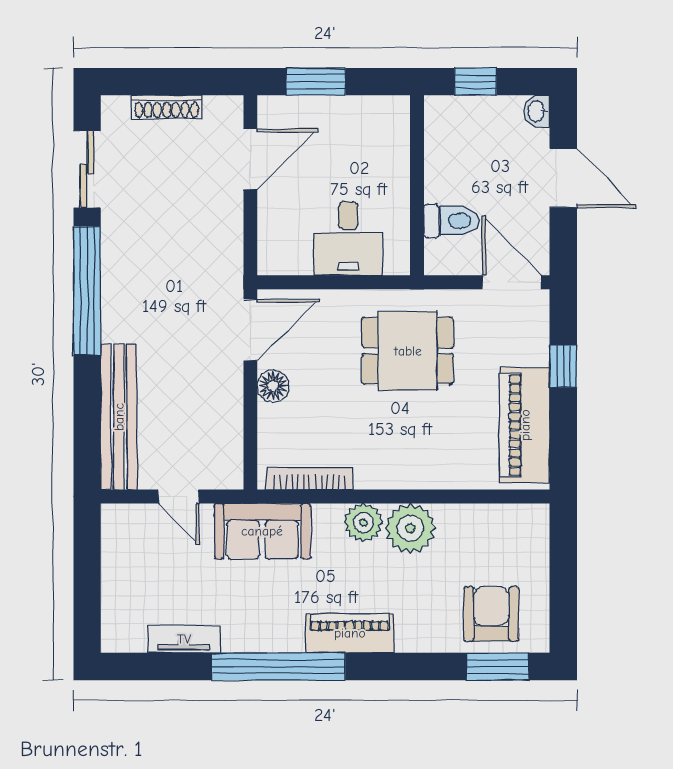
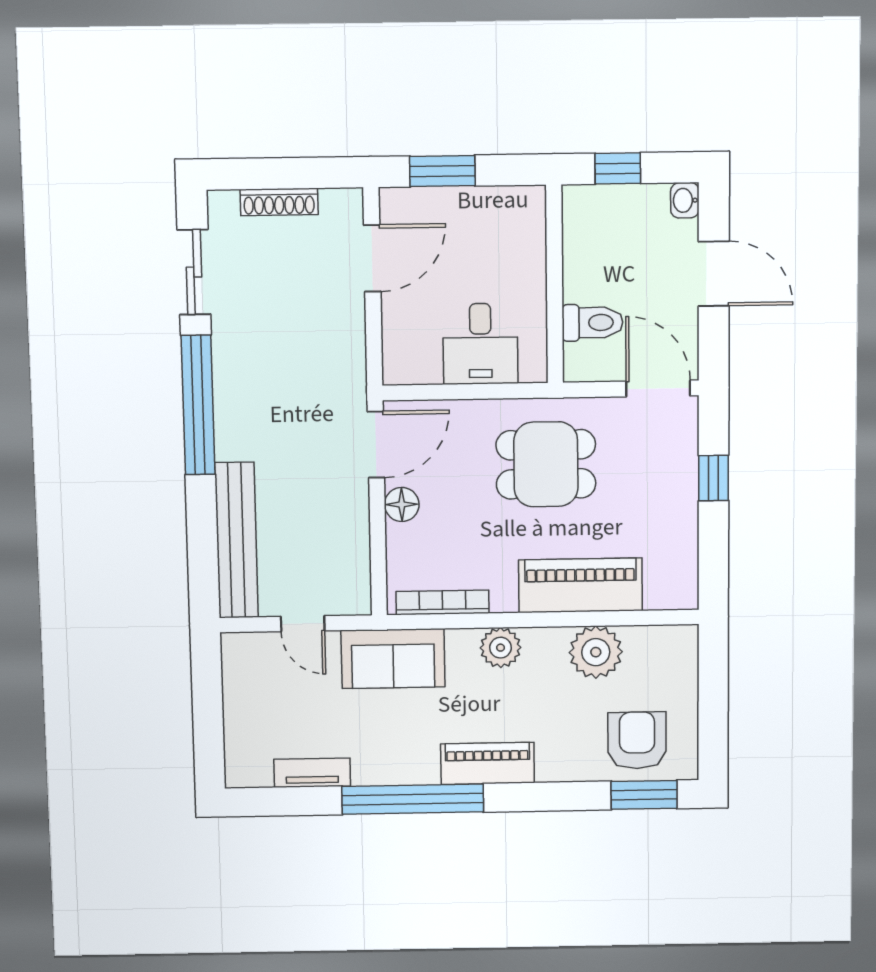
piano: (525, 425) -> (580, 585), moved, turned 90
plant: (410, 528) -> (596, 652), moved

